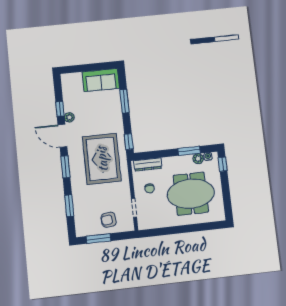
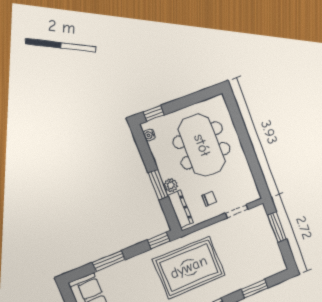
window: (189, 151) -> (158, 185), moved
plant: (198, 159) -> (171, 185), moved
armchair: (109, 220) -> (259, 237), removed
window: (98, 239) -> (277, 227), moved

